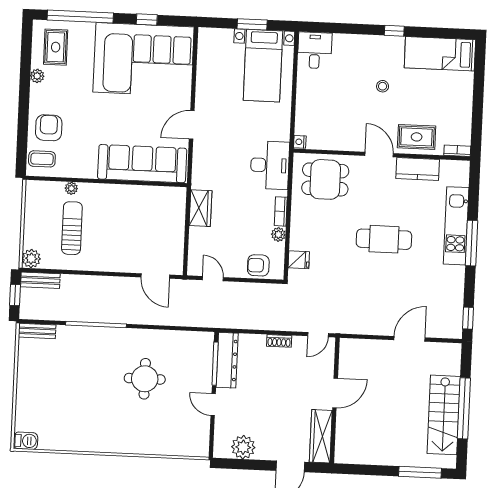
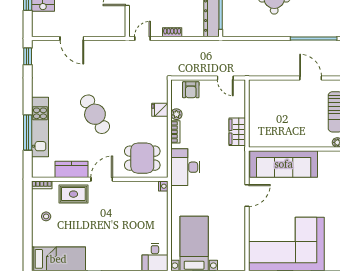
stool: (383, 86) -> (46, 216), moved
door: (379, 155) -> (102, 179), swing flipped
cafe table: (384, 239) -> (95, 114), turned 60
window: (471, 243) -> (28, 132), moved
fridge: (299, 260) -> (160, 110), moved
armchair: (258, 265) -> (191, 90), turned 90
door: (155, 276) -> (311, 78), moved
door: (409, 339) -> (72, 38), hinge flipped

